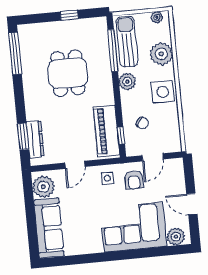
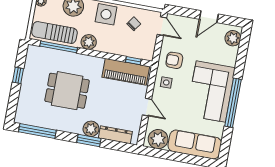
plant: (34, 111) -> (91, 129), added
chair: (143, 123) -> (134, 24), moved
window: (23, 136) -> (89, 140), moved
door: (153, 157) -> (162, 26), moved
armchair: (134, 180) -> (174, 60), turned 180
corner sofa: (133, 227) -> (211, 92), moved
window: (106, 257) -> (233, 103), added

